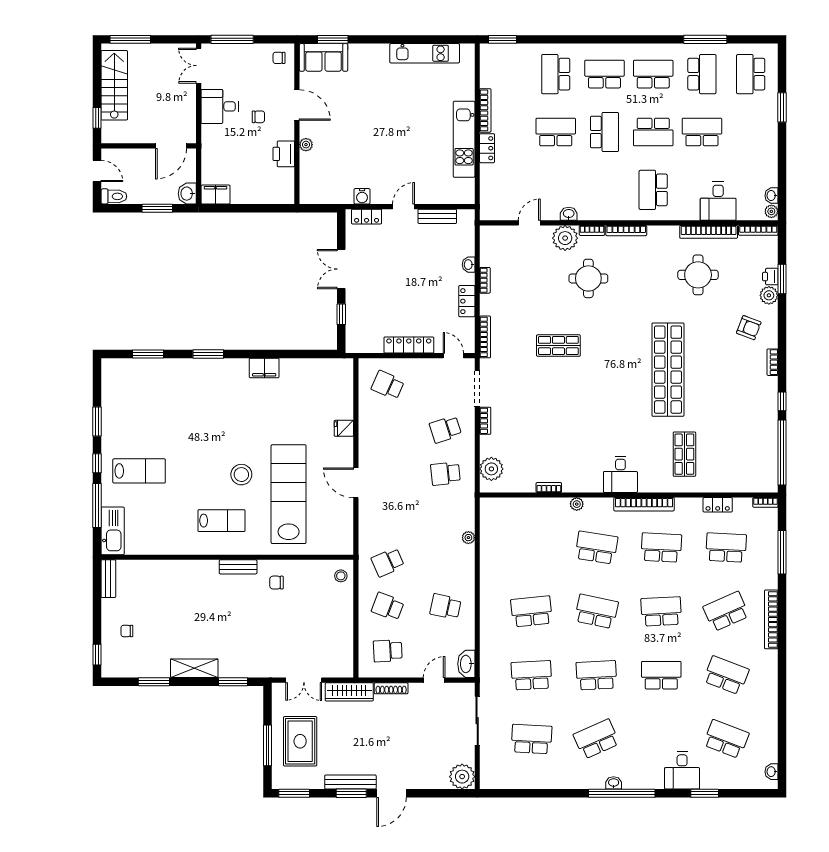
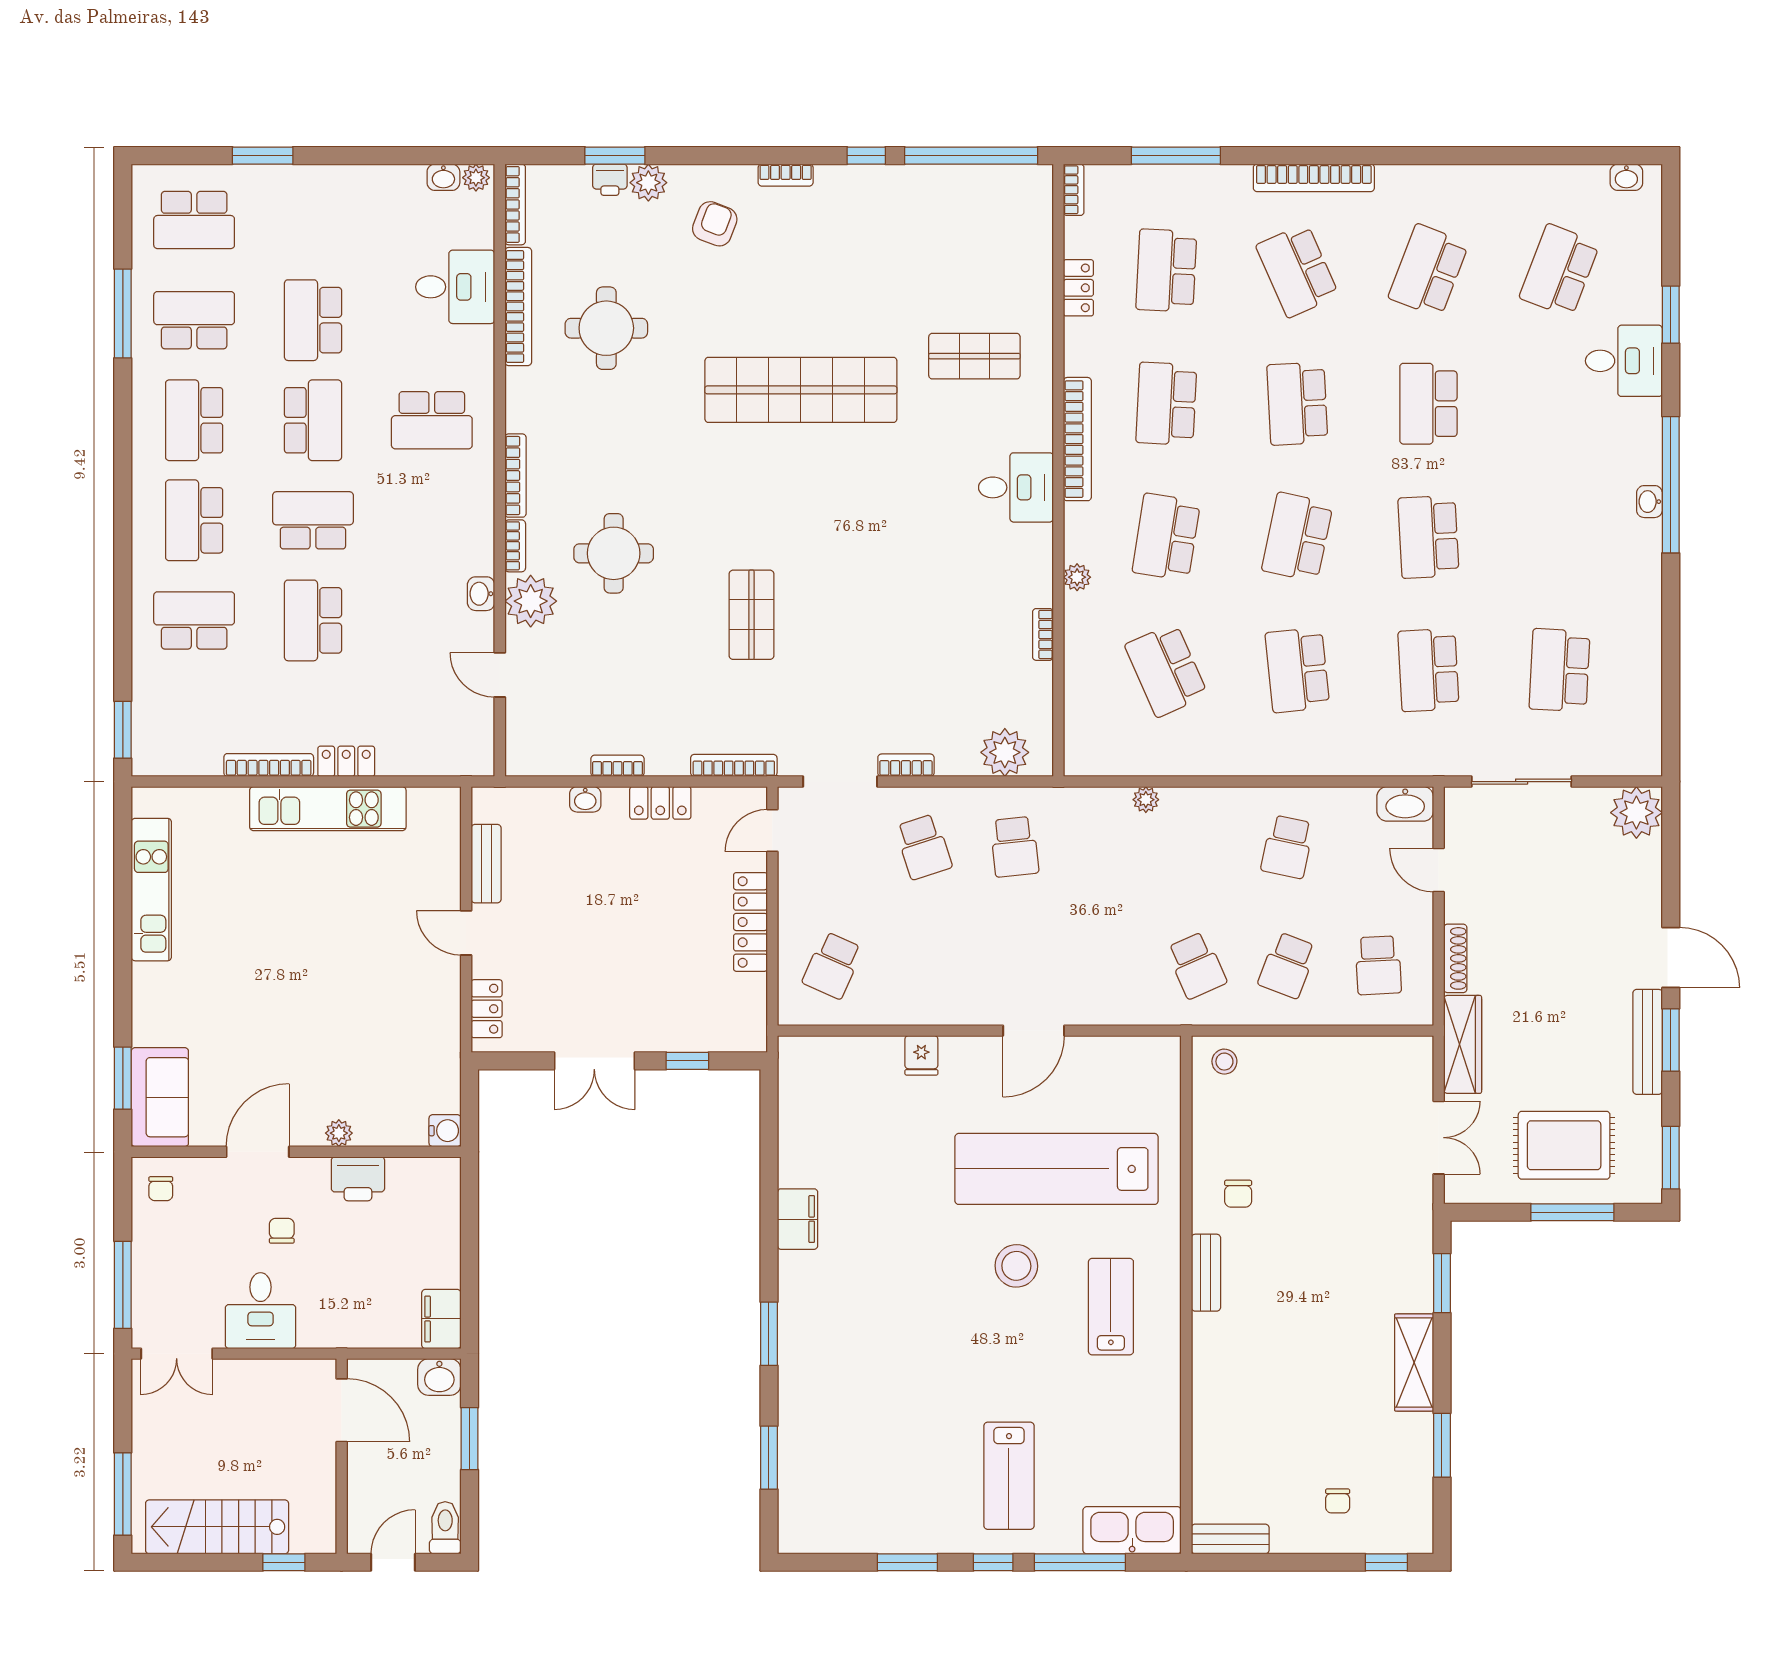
school desk: (556, 74) -> (194, 620), turned 180
water cooler: (362, 196) -> (445, 1131), moved
lab bench: (139, 471) -> (1009, 1476), turned 180
school desk: (596, 739) -> (1166, 670), moved

